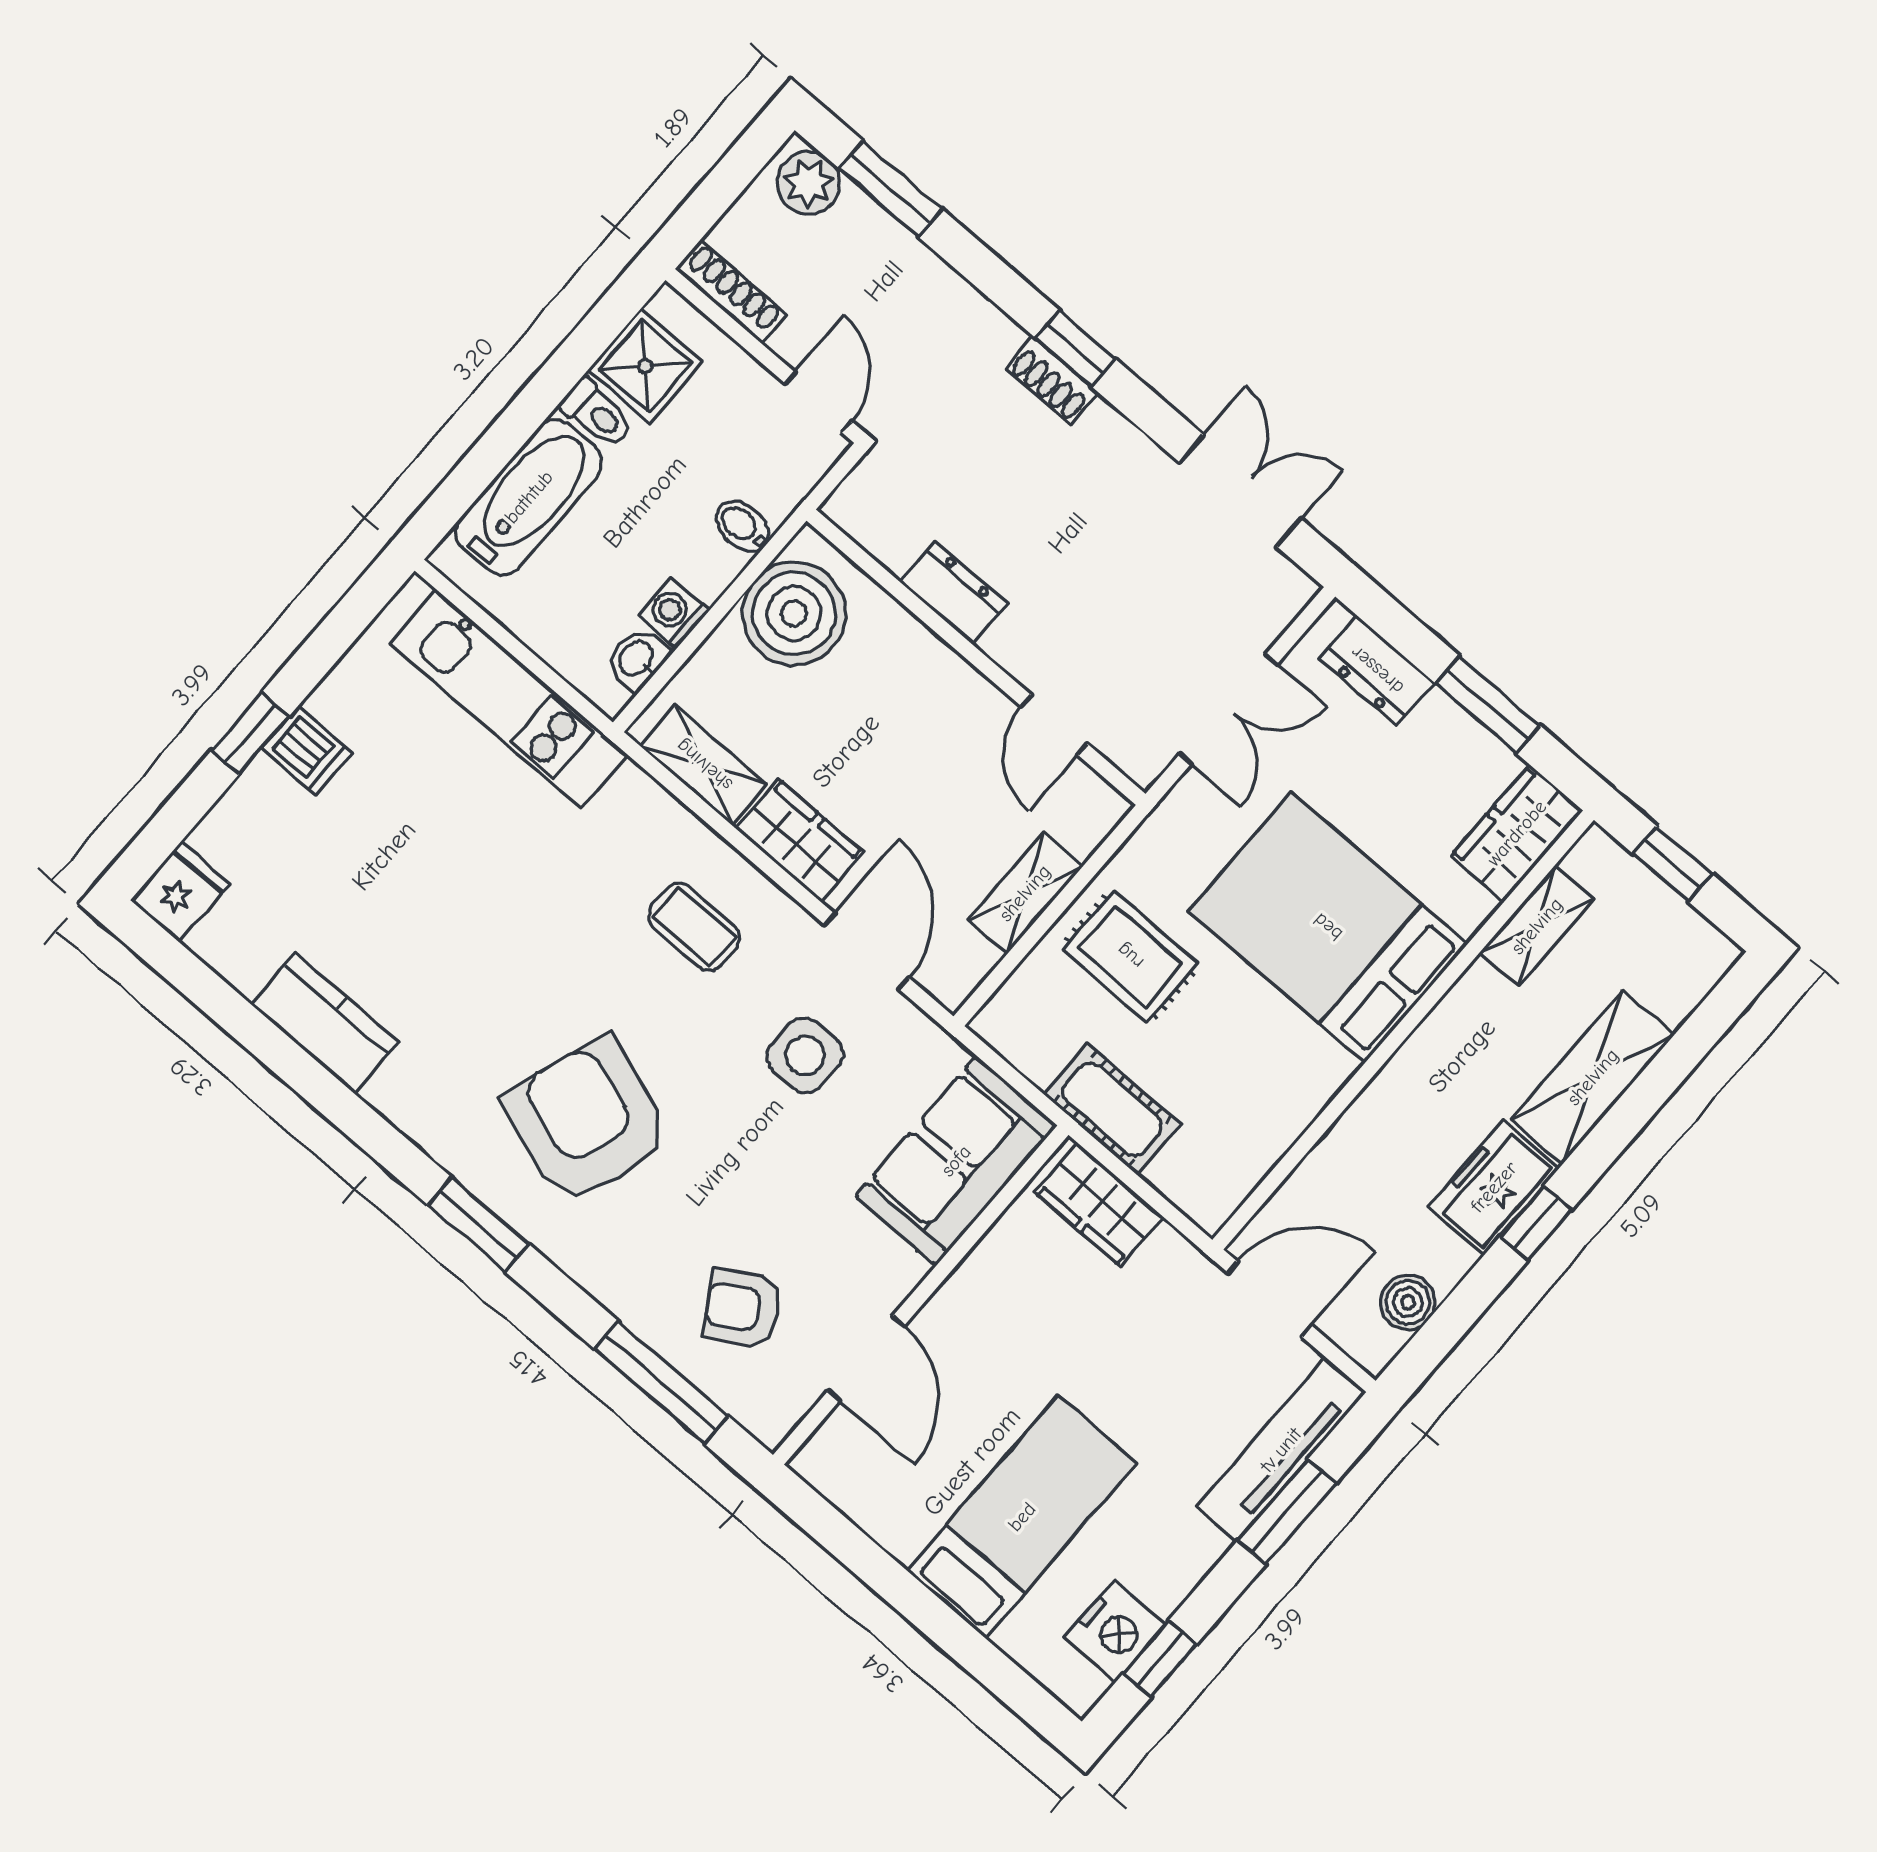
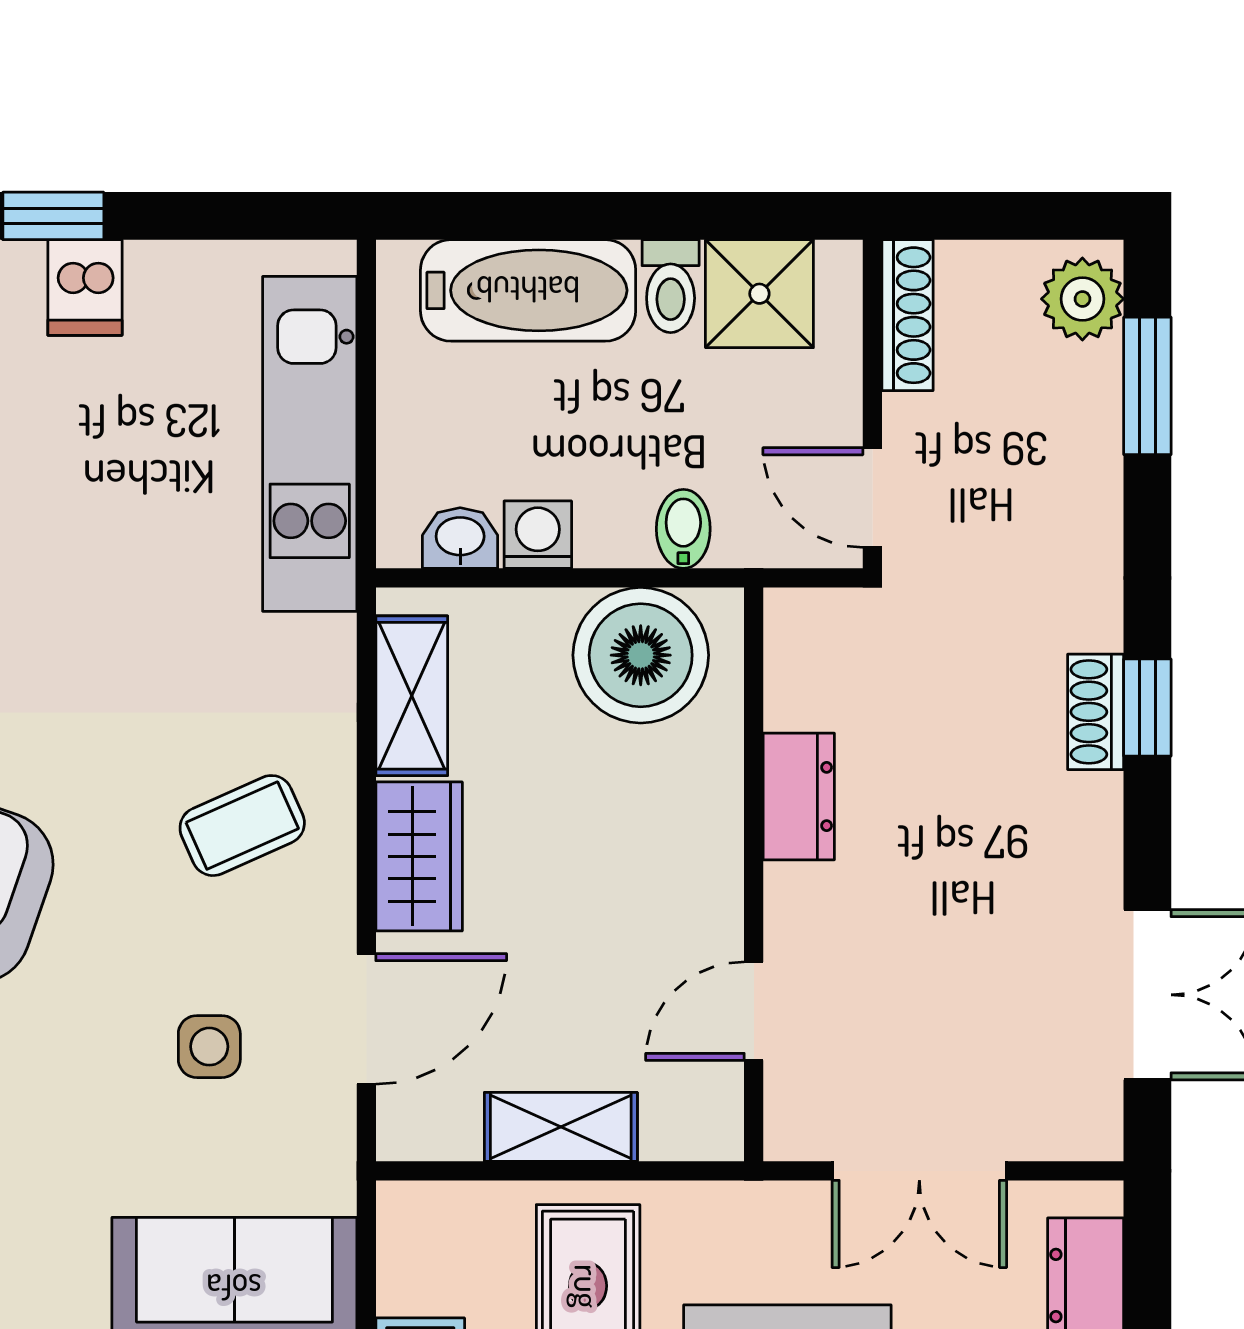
door: (818, 402) -> (872, 498), swing flipped
coffee table: (694, 927) -> (242, 826), turned 66
side table: (805, 1055) -> (209, 1047), width x0.73, depth x0.73

